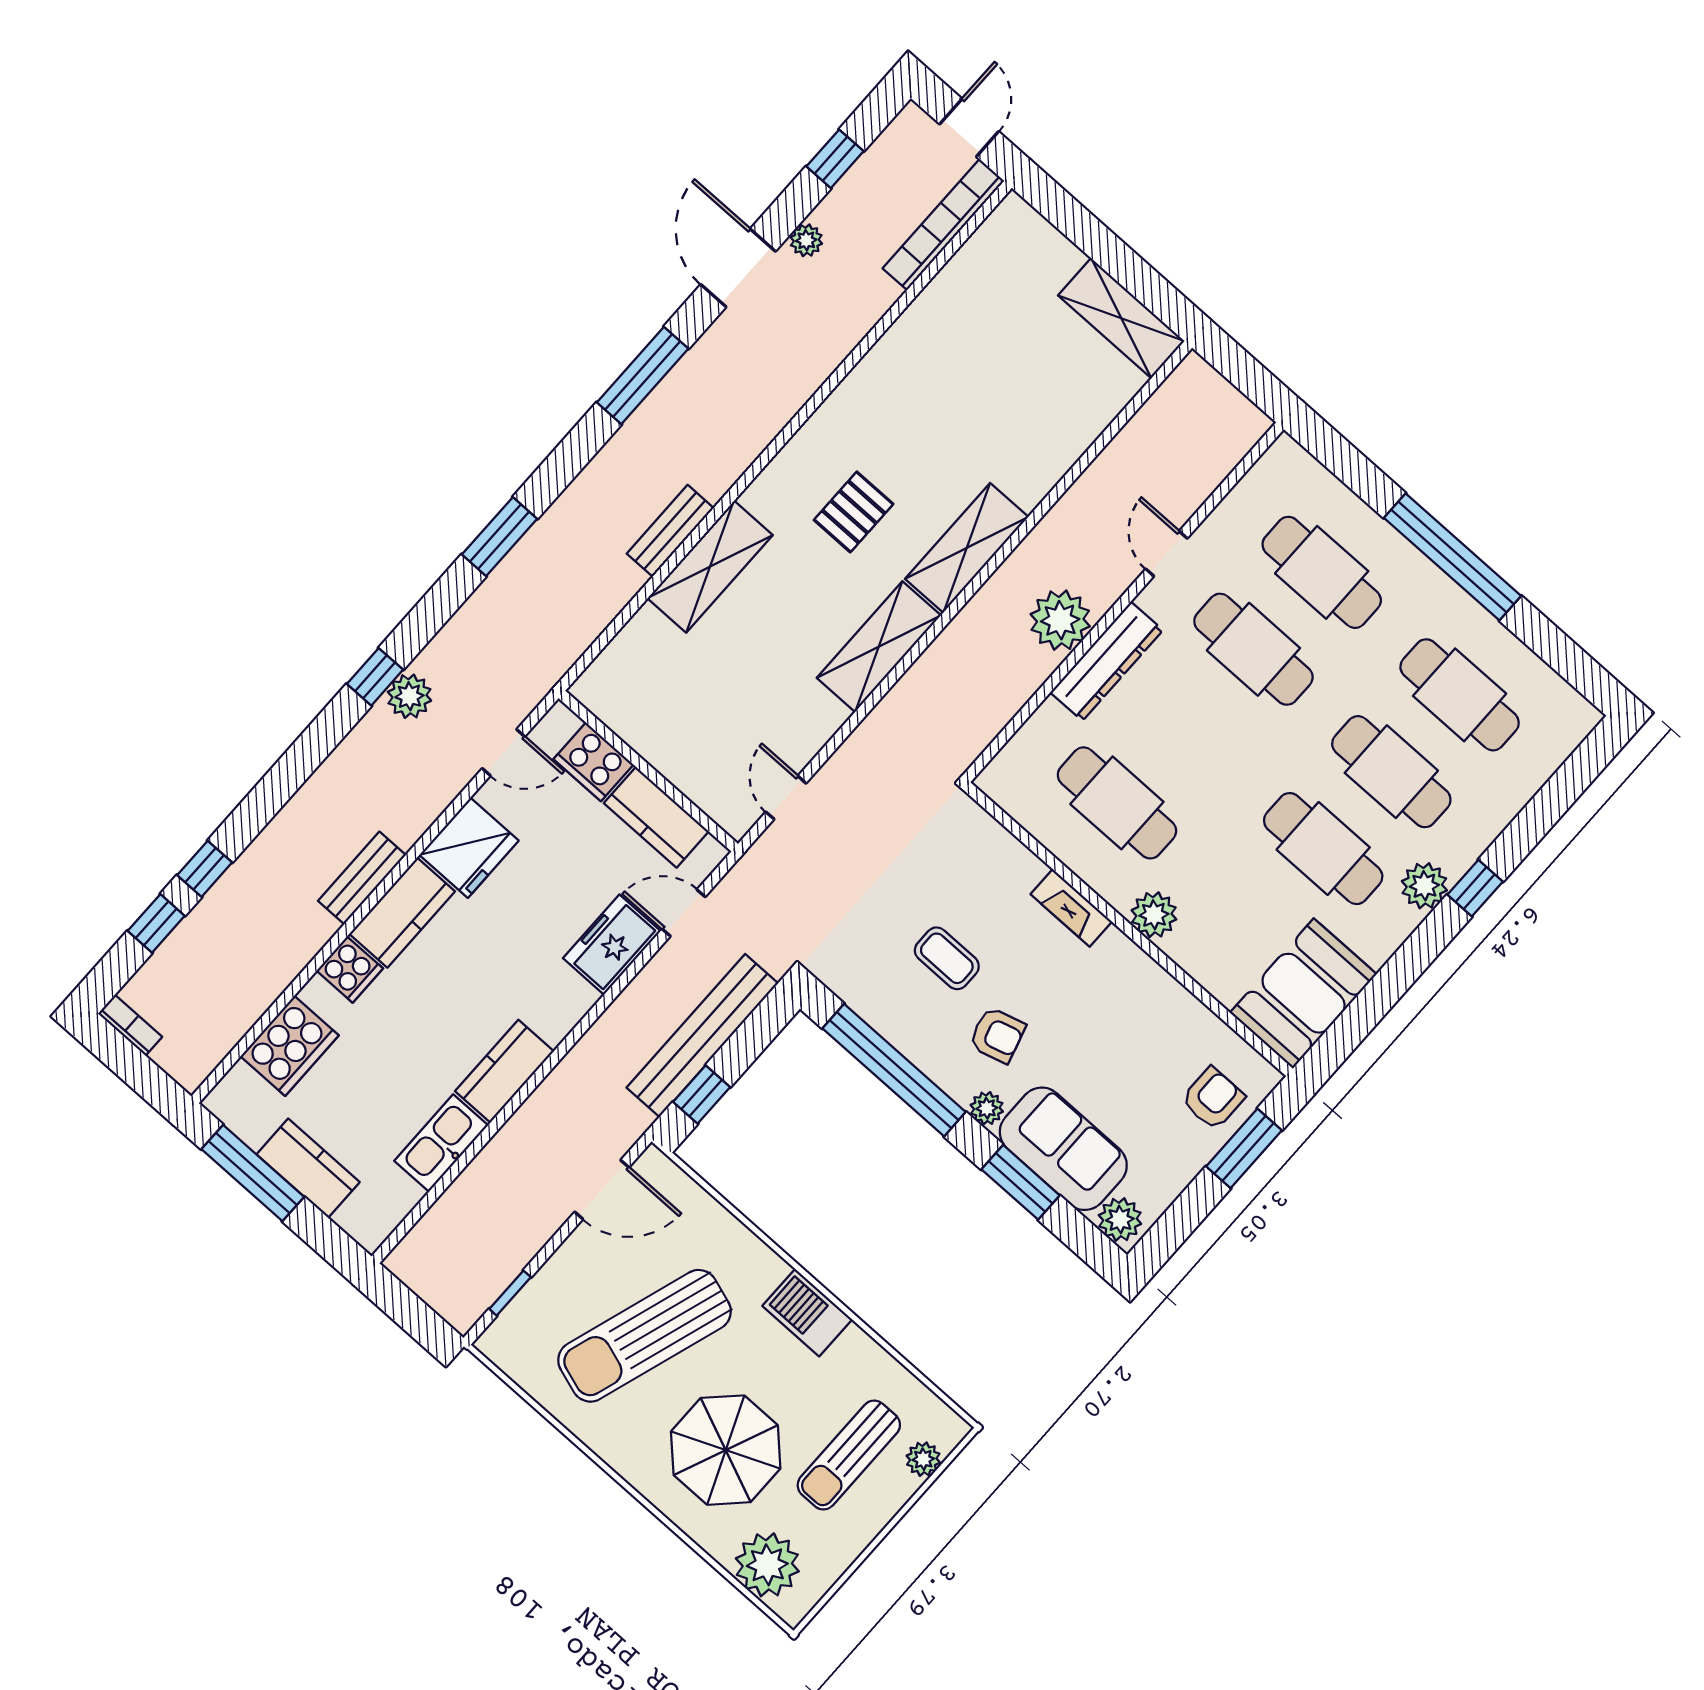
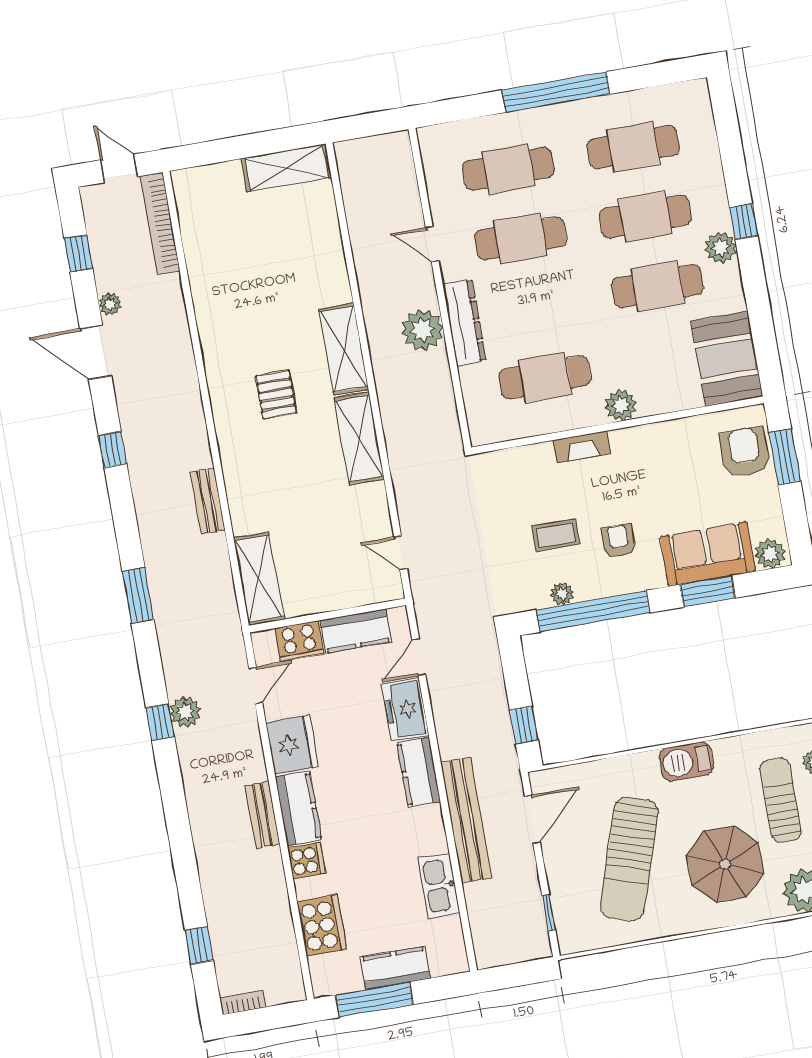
window: (643, 375) -> (113, 450), width x0.46
shelving: (710, 567) -> (259, 579), moved
window: (205, 869) -> (190, 896), removed
bench: (702, 1035) -> (466, 820), moved
armchair: (997, 1035) -> (618, 541), turned -74
kitchen counter: (504, 1071) -> (419, 772), moved
armchair: (1213, 1098) -> (745, 452), width x1.38, depth x1.38
plant: (987, 1108) -> (562, 594), moved
sun lounger: (849, 1455) -> (781, 800), turned 180

